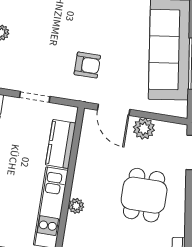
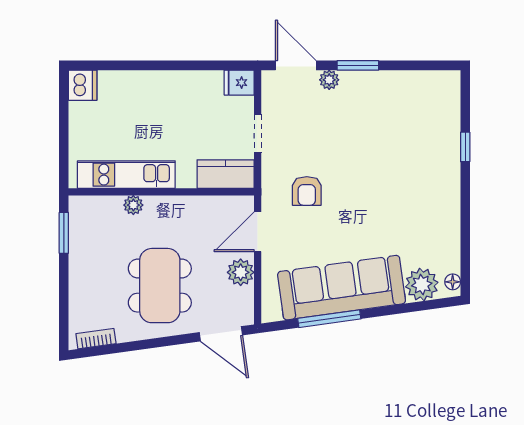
kitchen counter: (61, 144) -> (226, 174), moved
dining table: (144, 195) -> (160, 286), width x1.38

